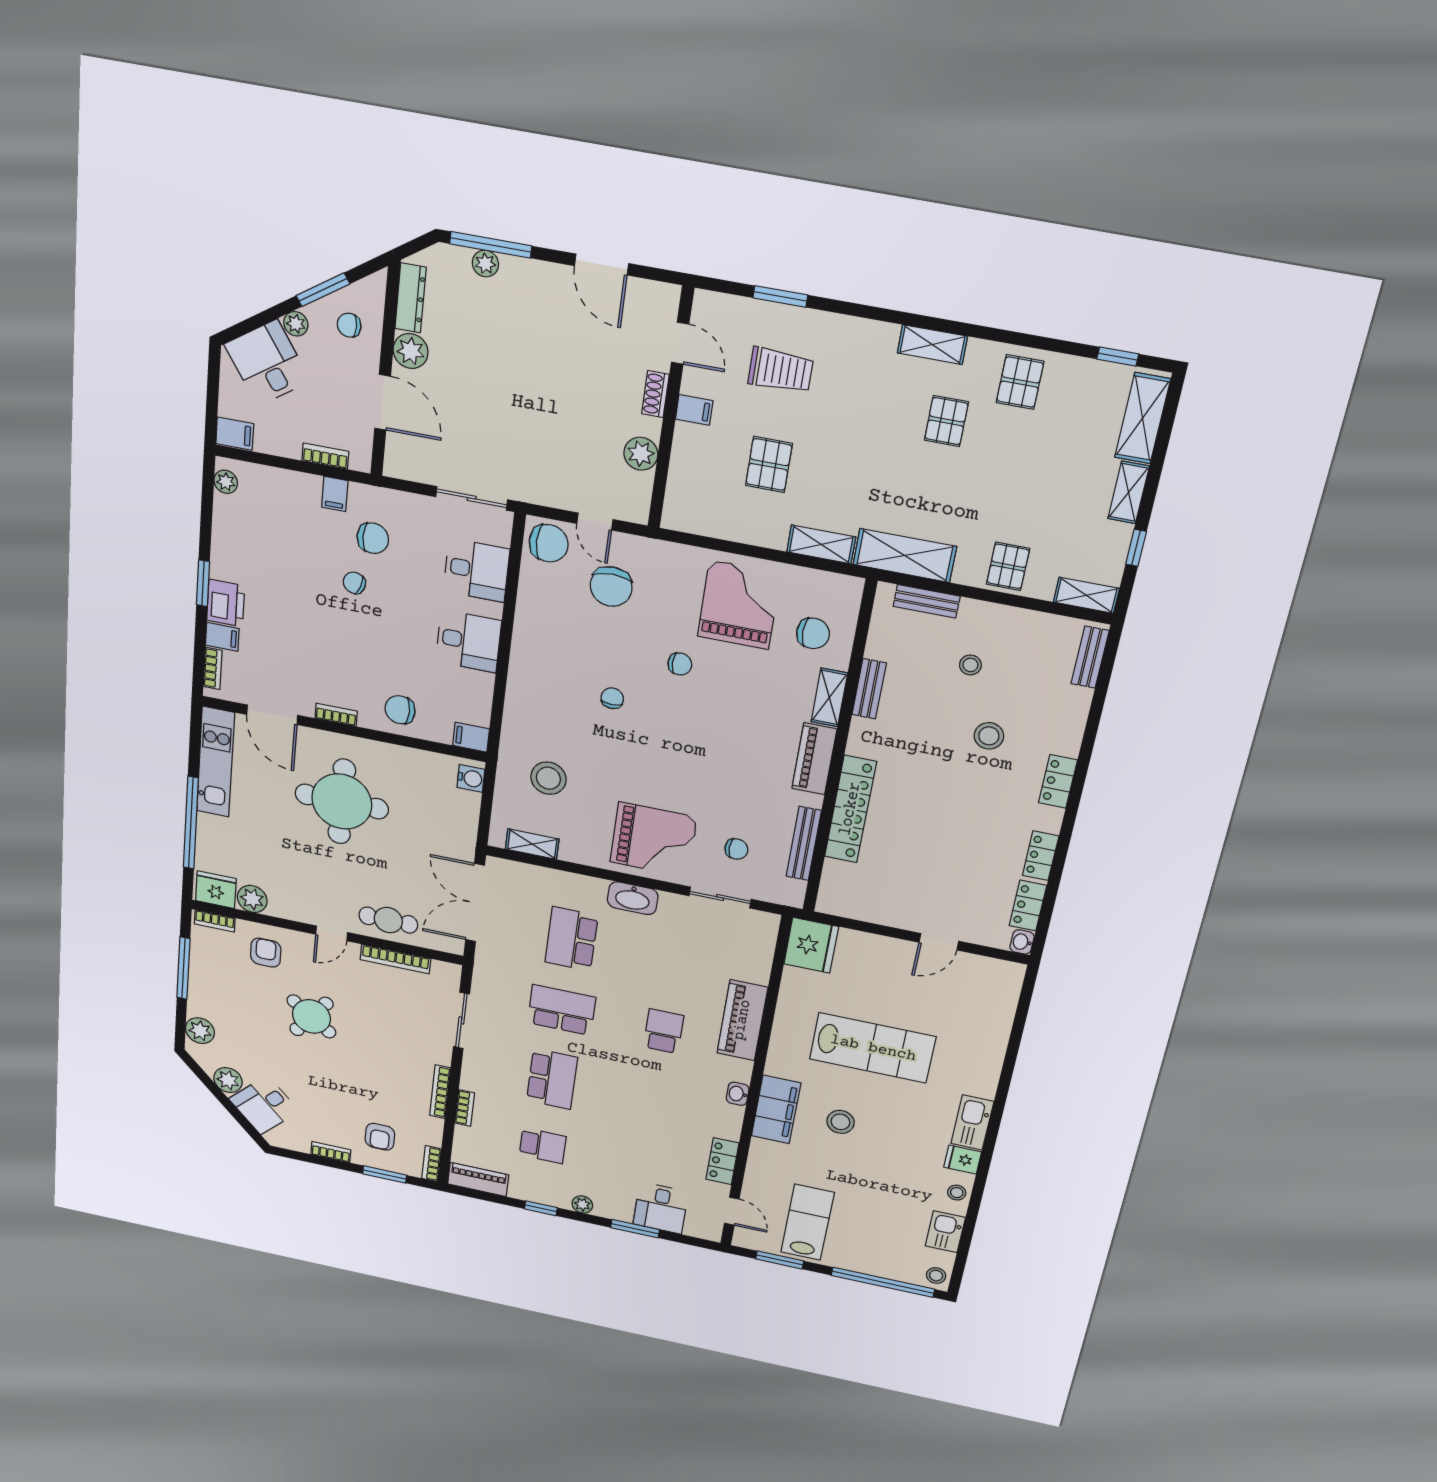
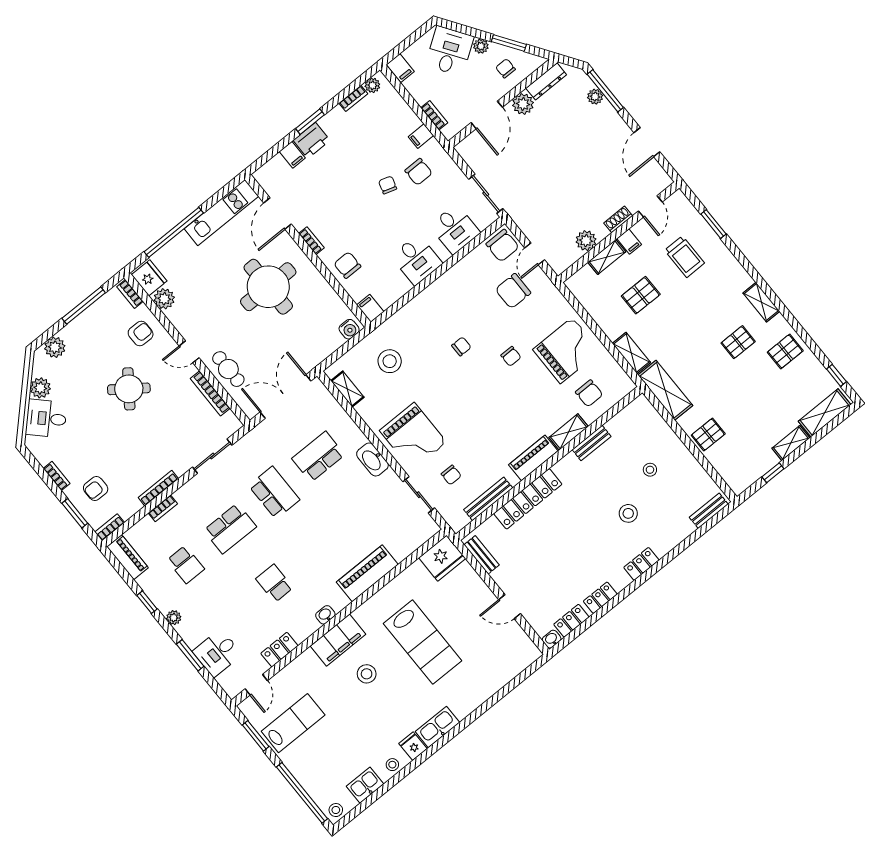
shelving: (1086, 595) -> (607, 257), moved, turned 90
bench: (927, 601) -> (482, 555), moved
bookcase: (213, 668) -> (353, 98), moved
school desk: (663, 1031) -> (274, 583), moved, turned -90

